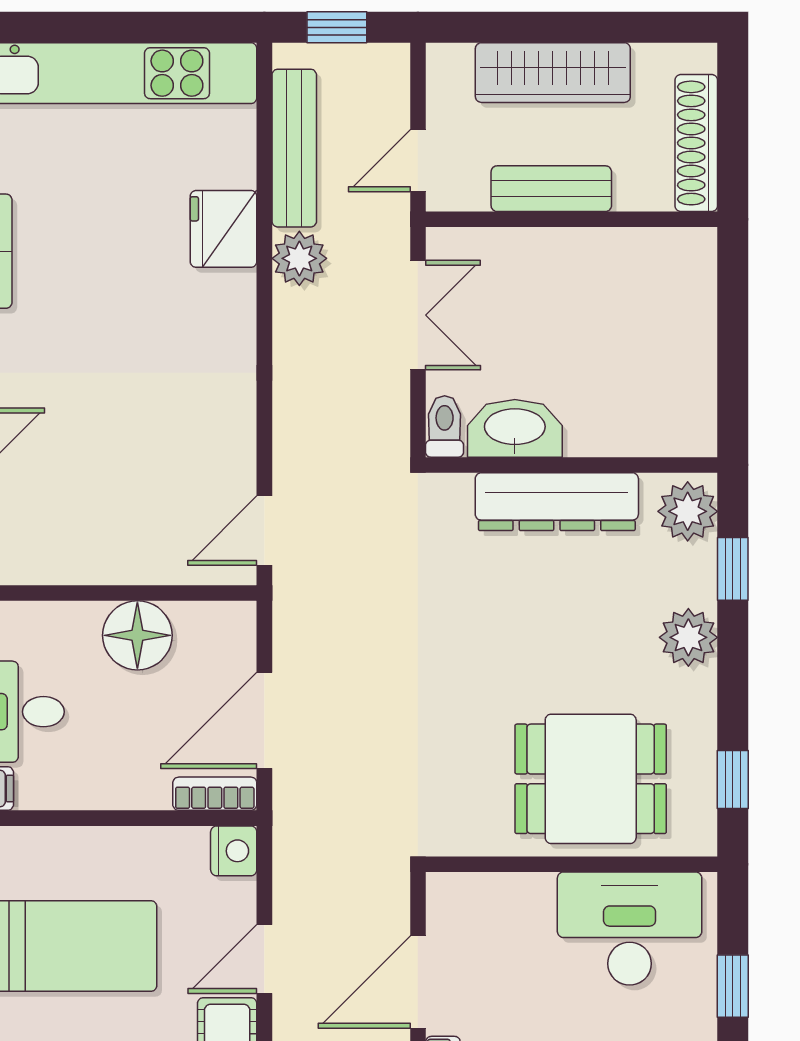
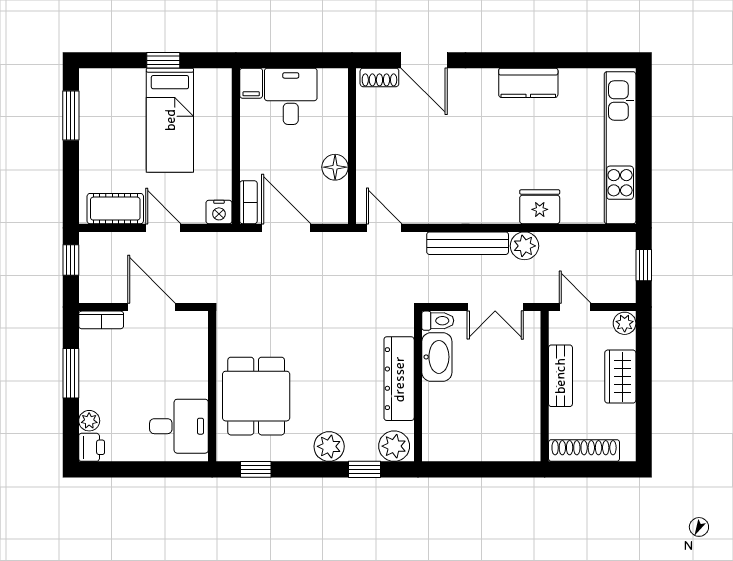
plant: (450, 64) -> (625, 323), added
wardrobe: (553, 73) -> (620, 377), width x0.67
bench: (294, 148) -> (468, 243), moved
floor lamp: (137, 635) -> (335, 167), width x0.73, depth x0.73
desk: (630, 929) -> (179, 426), width x0.73
window: (733, 986) -> (149, 469), removed

